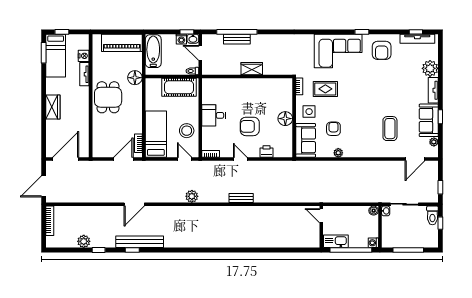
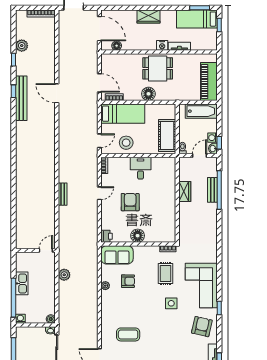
armchair: (382, 50) -> (202, 327), turned 103
nightstand: (84, 56) -> (162, 45), moved
wardrobe: (252, 69) -> (185, 191), moved
floor lamp: (135, 78) -> (148, 94), moved
side table: (309, 112) -> (171, 303), moved
floor lamp: (84, 141) -> (117, 46), added
printer: (266, 151) -> (107, 236), moved
plant: (192, 196) -> (64, 275), moved
door: (321, 216) -> (46, 250), moved
wall: (321, 227) -> (35, 250), moved

